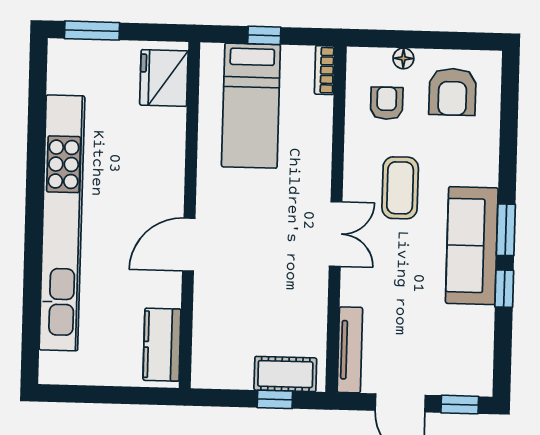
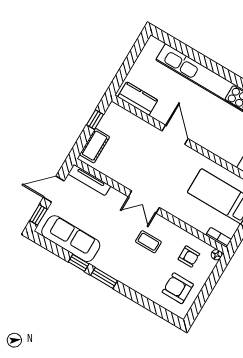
floor lamp: (403, 58) -> (216, 255), moved
coffee table: (400, 188) -> (148, 242), width x0.73, depth x0.77
sofa: (472, 246) -> (71, 239), moved
window: (275, 399) -> (95, 120), moved

